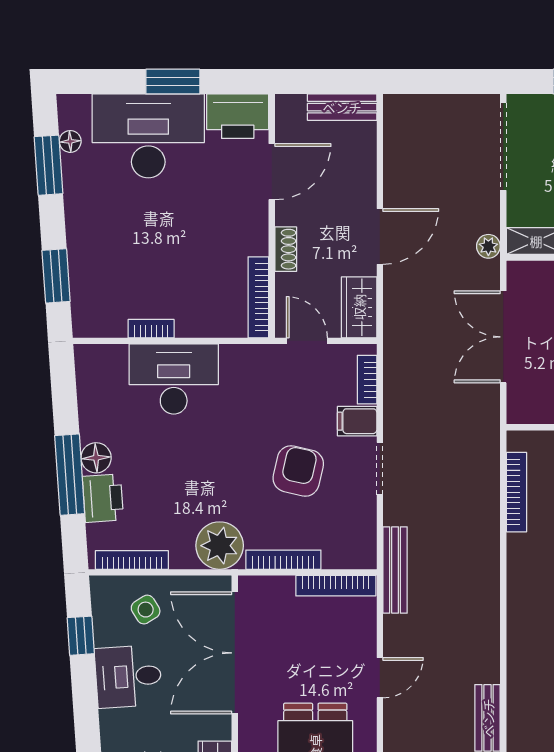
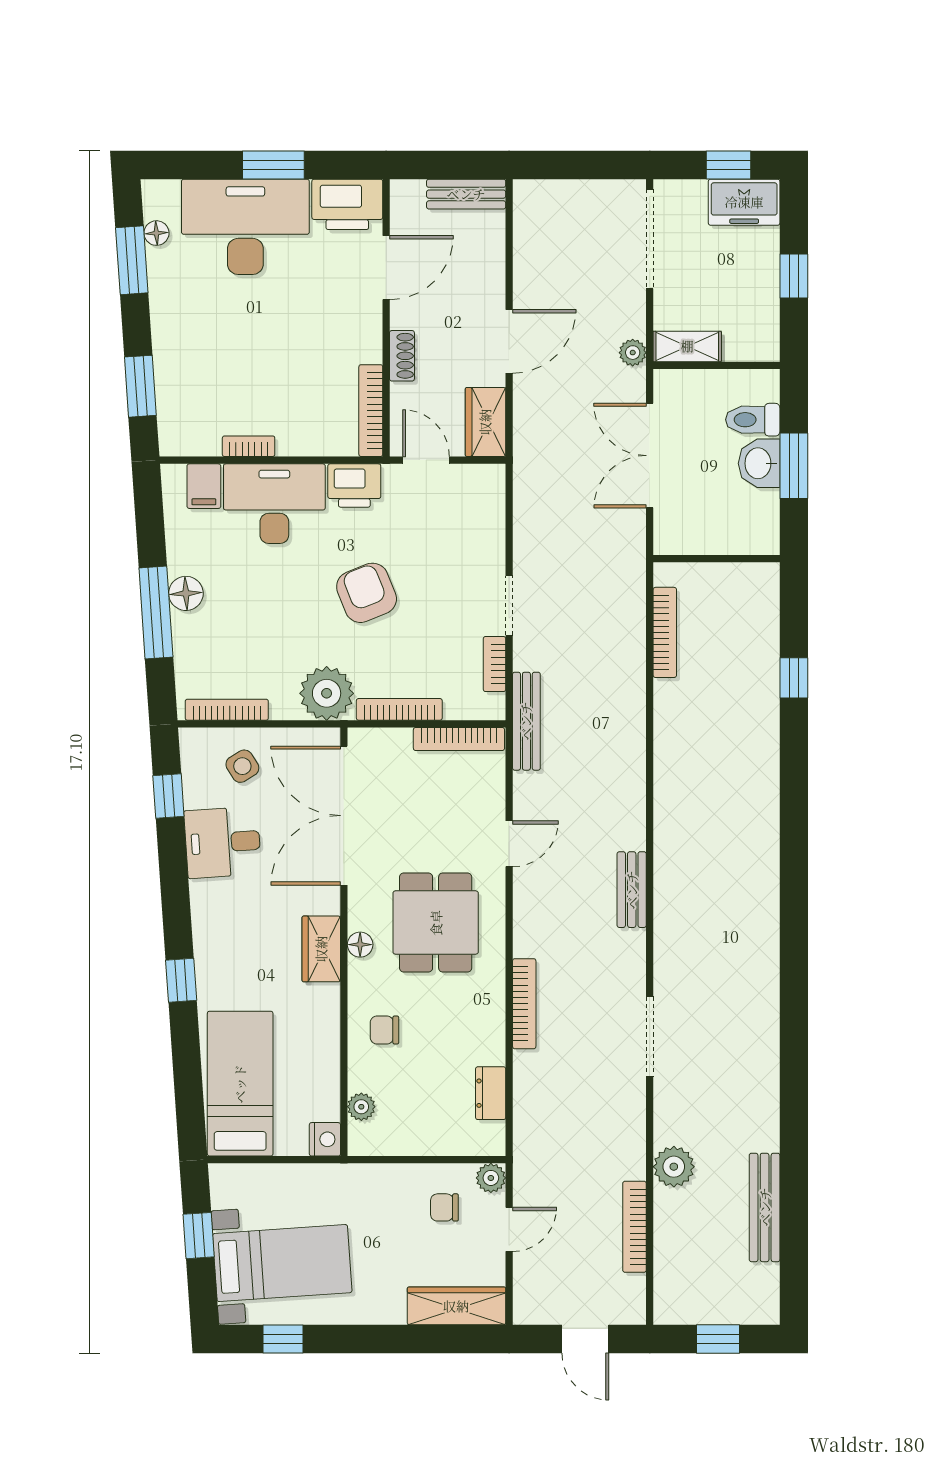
bookcase: (367, 380) -> (495, 664), moved
filing cabinet: (357, 421) -> (204, 486), moved, turned -90
armchair: (298, 471) -> (367, 593), moved, turned -35
printer: (103, 498) -> (354, 486), moved, turned 94

